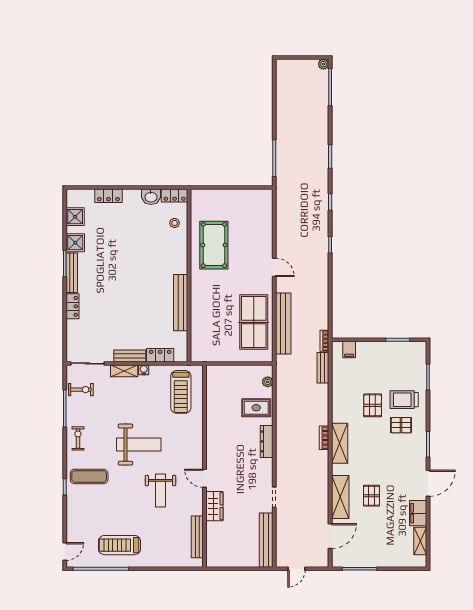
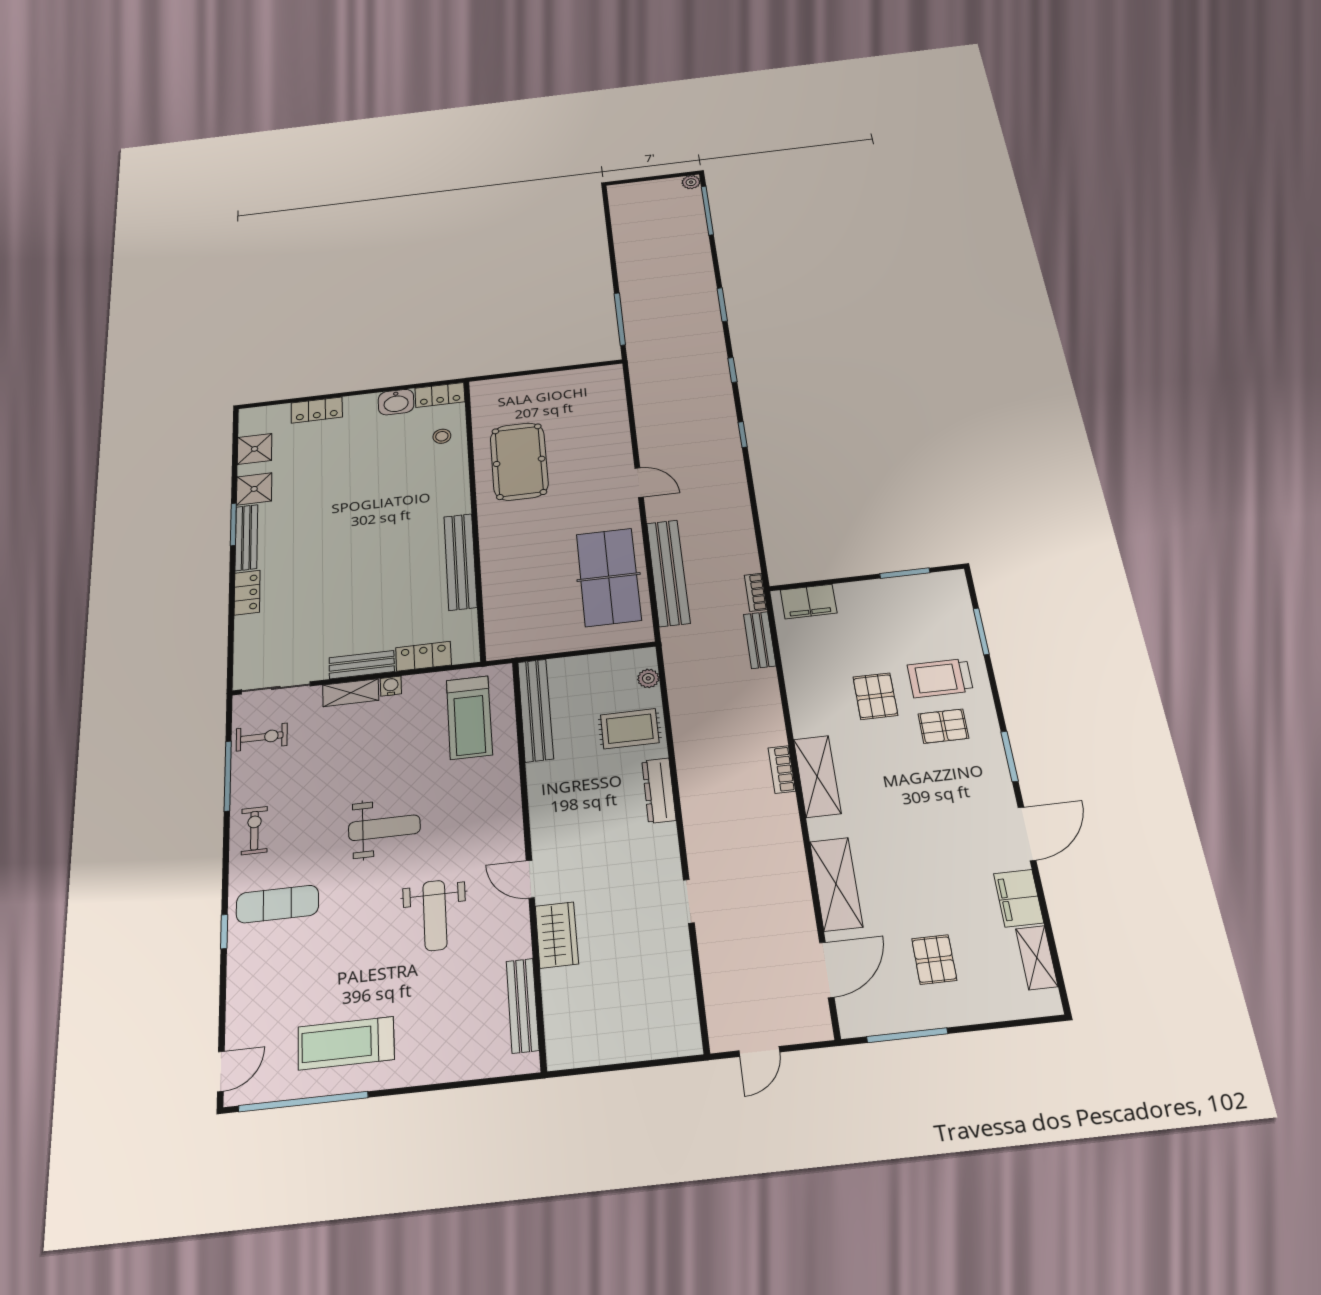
filing cabinet: (349, 349) -> (809, 602), width x2.00
weight bench: (139, 445) -> (384, 828), width x0.73, depth x0.75
pallet: (372, 496) -> (934, 960), moved
bench: (266, 540) -> (535, 710), moved

